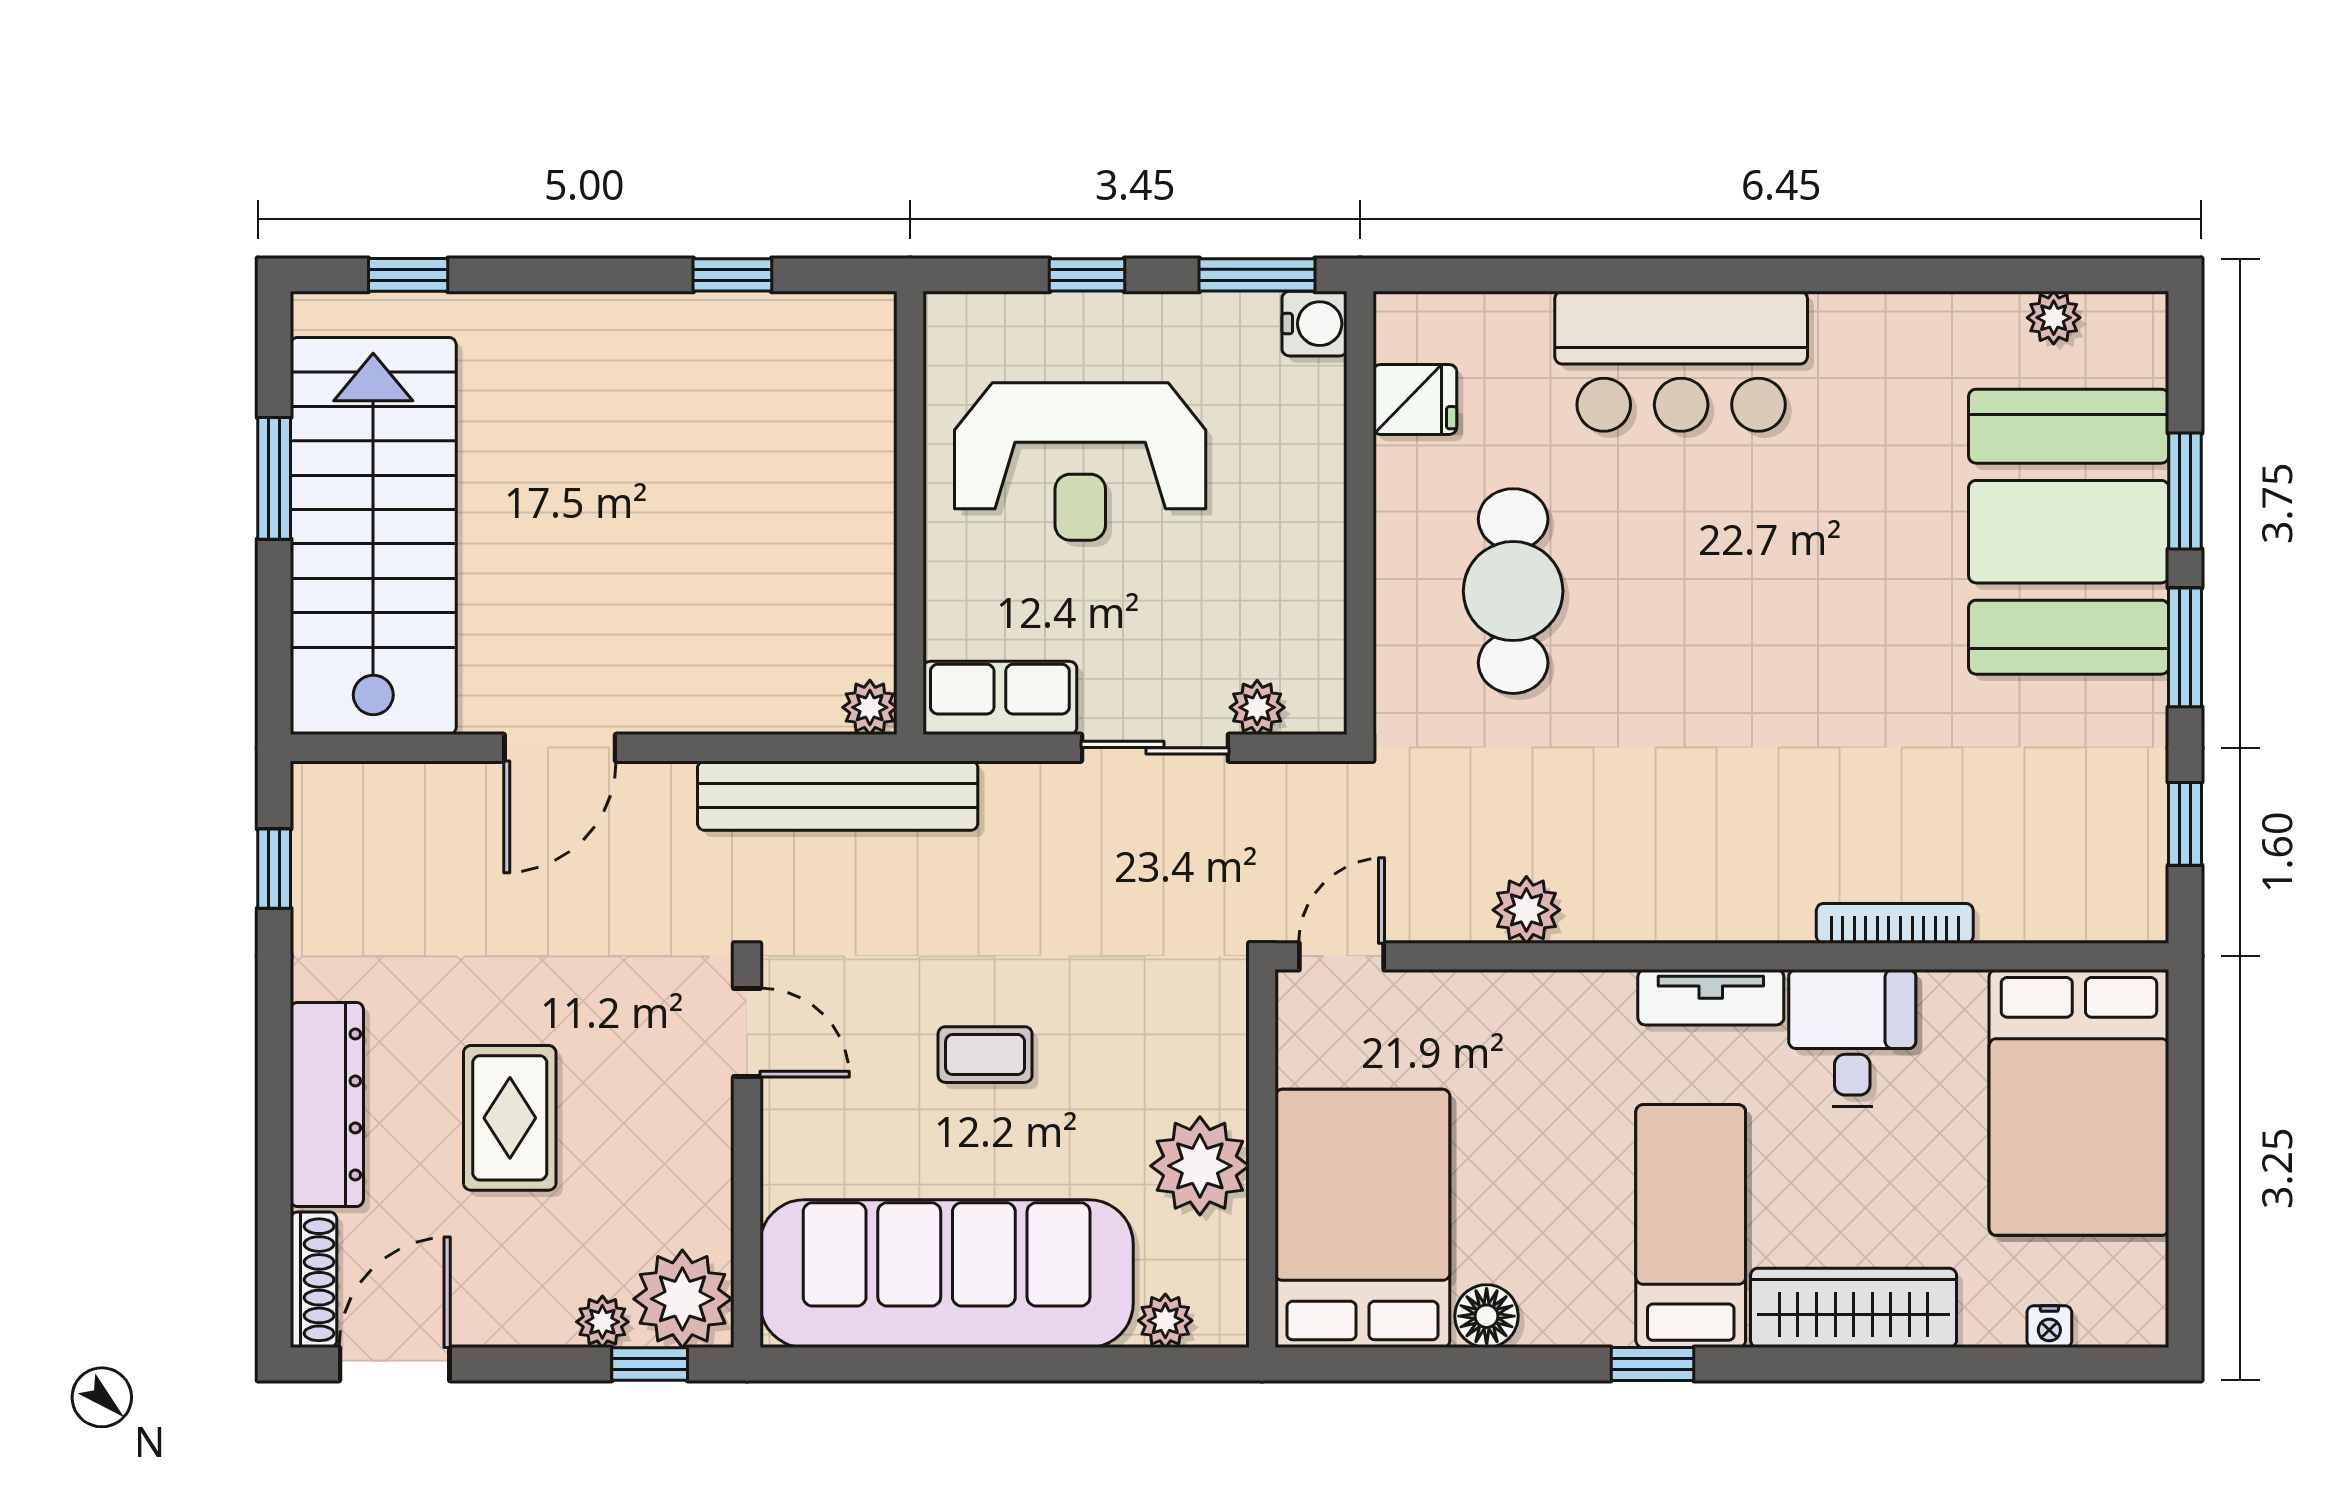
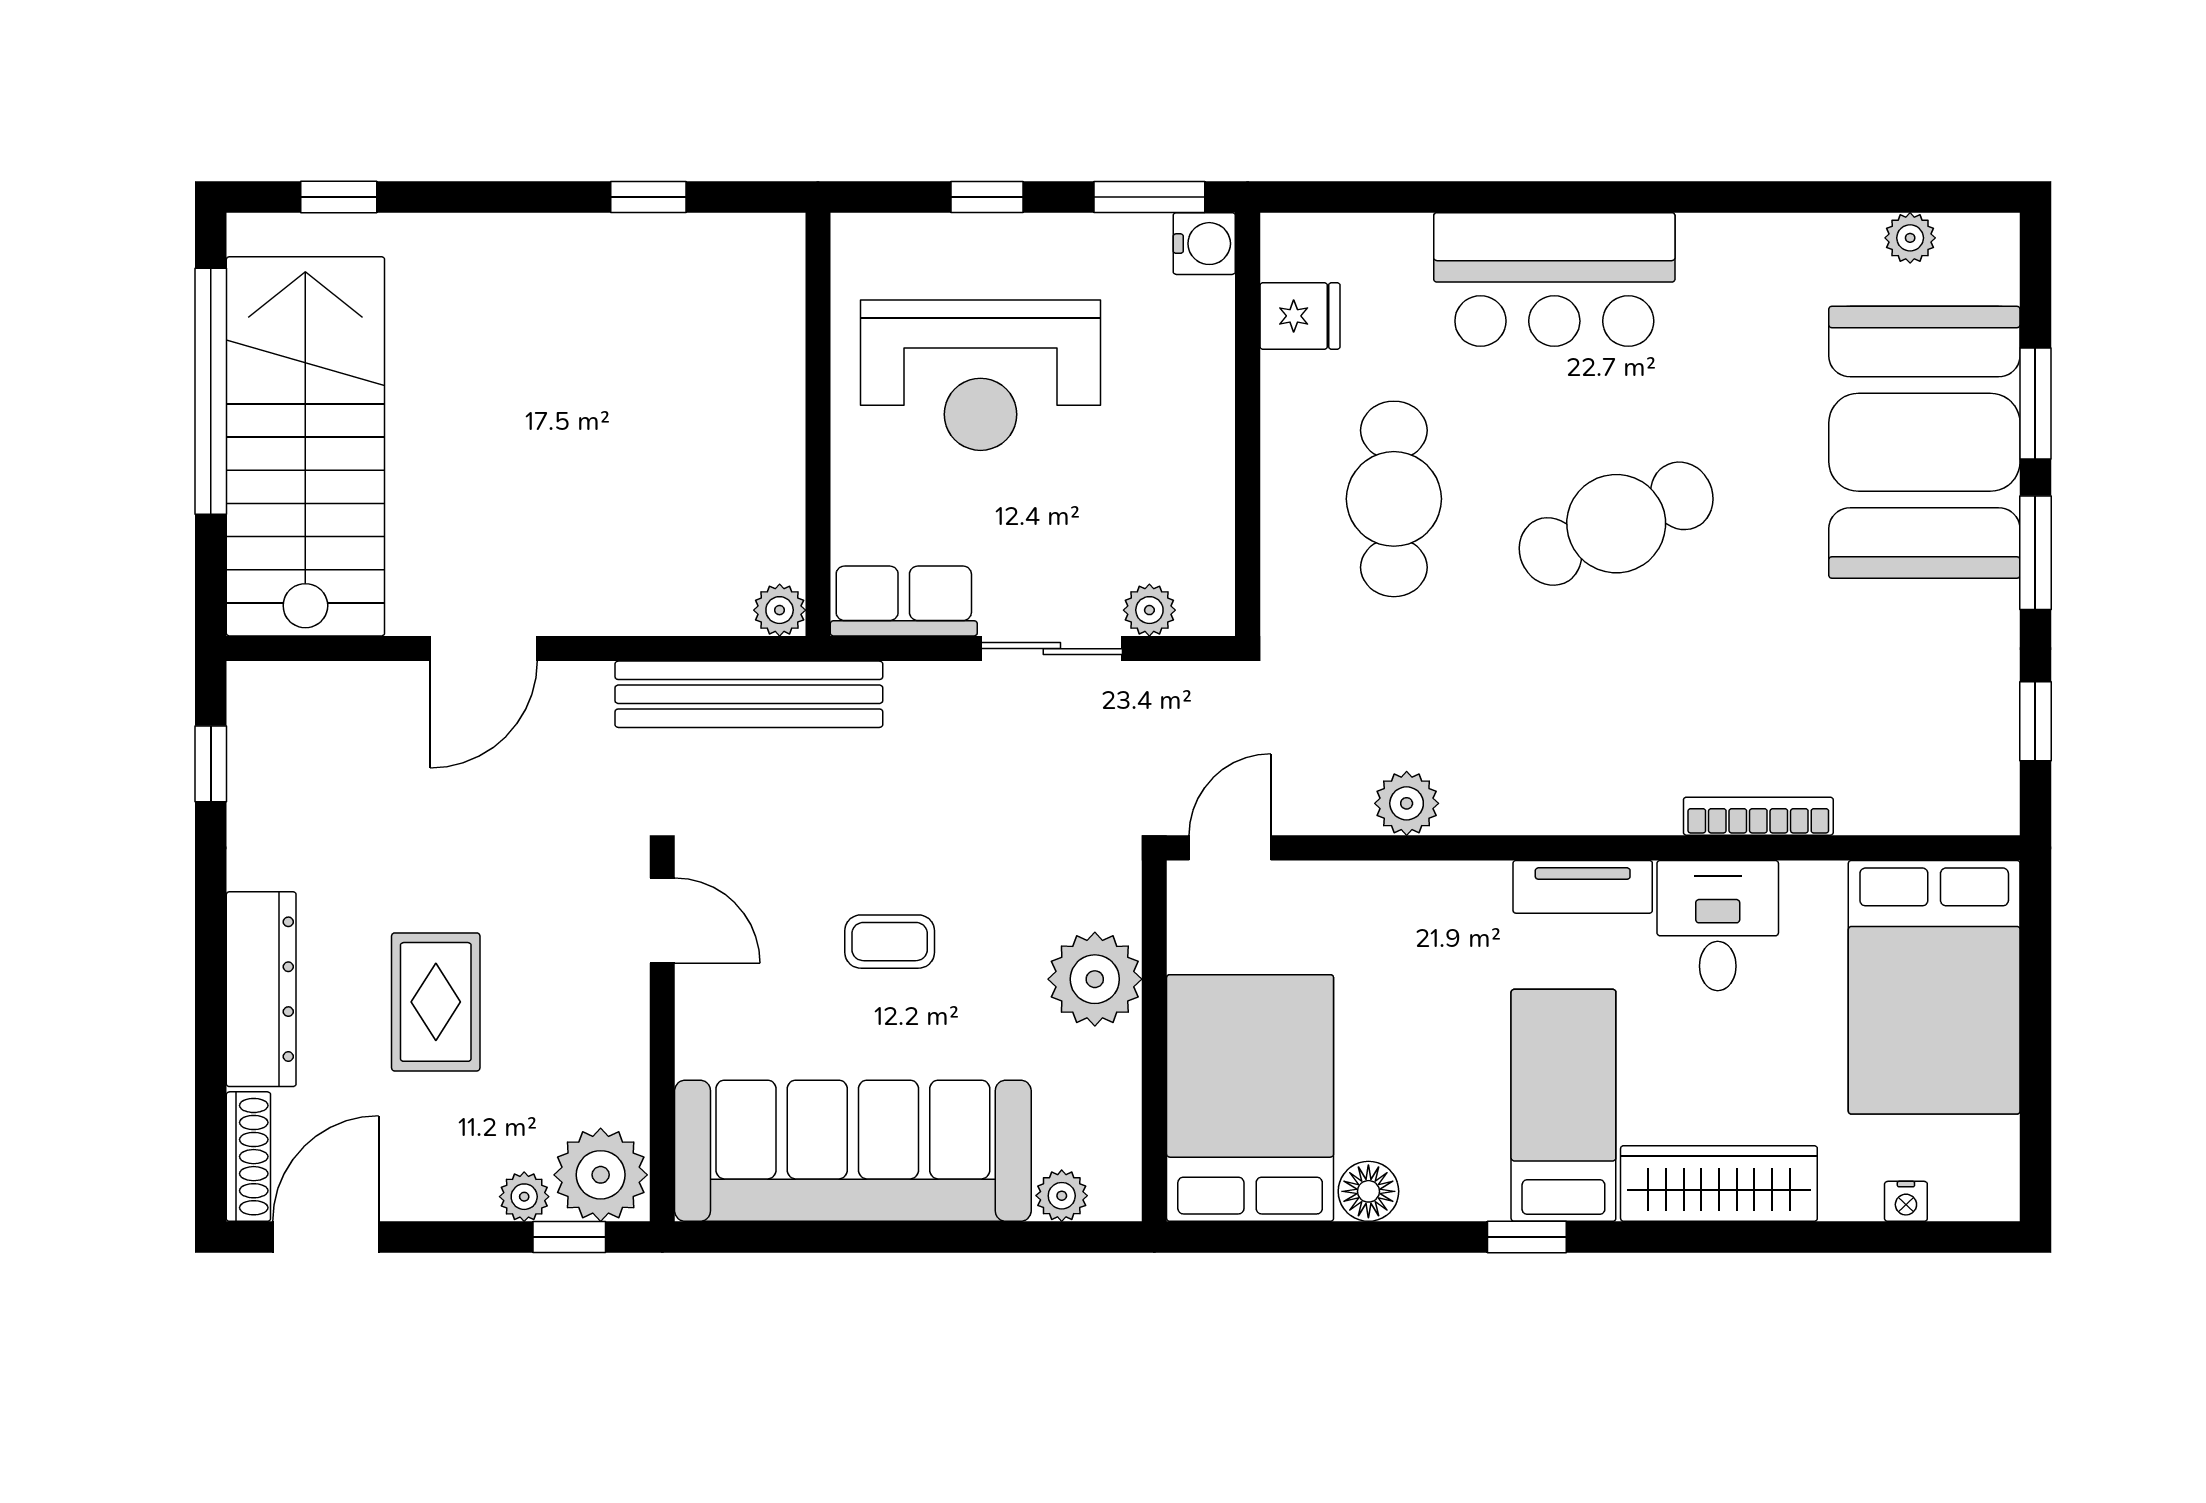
window: (274, 478) -> (211, 391), width x2.11
cafe table: (1746, 617) -> (1616, 524), added
plant: (1200, 1166) -> (1095, 979), moved

